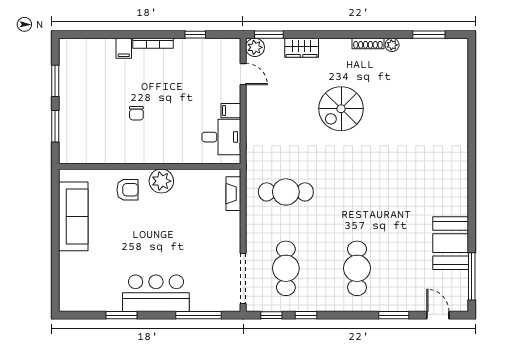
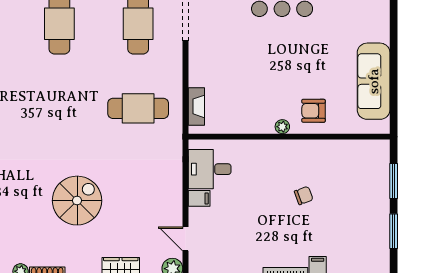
chair: (136, 113) -> (304, 195), turned 70
plant: (161, 181) -> (282, 127), width x0.53, depth x0.53

